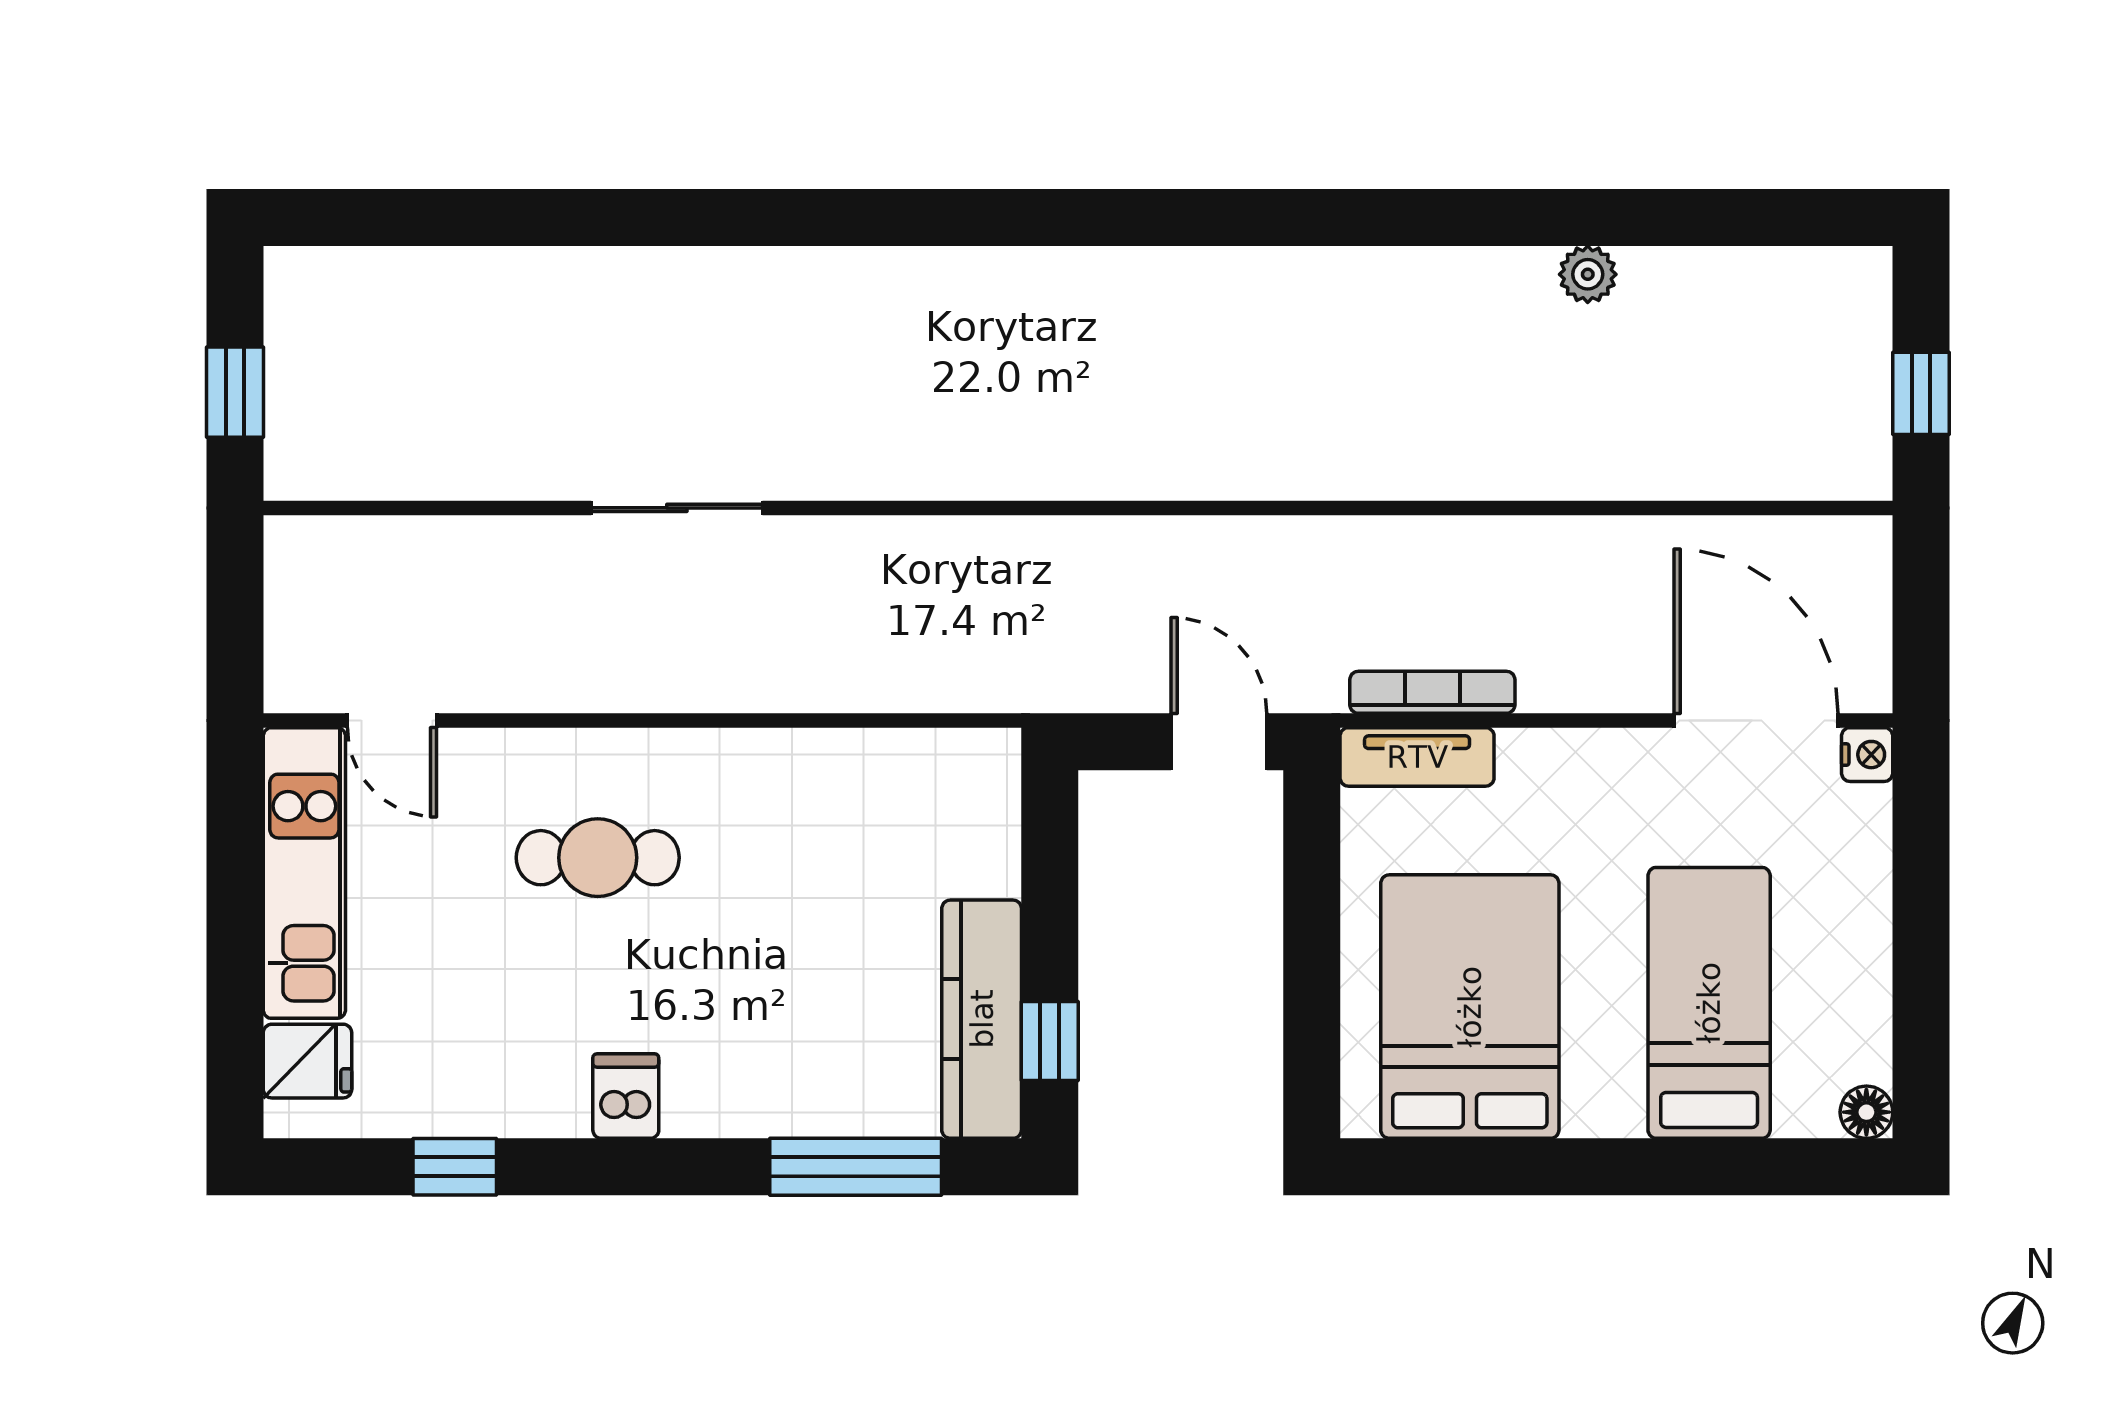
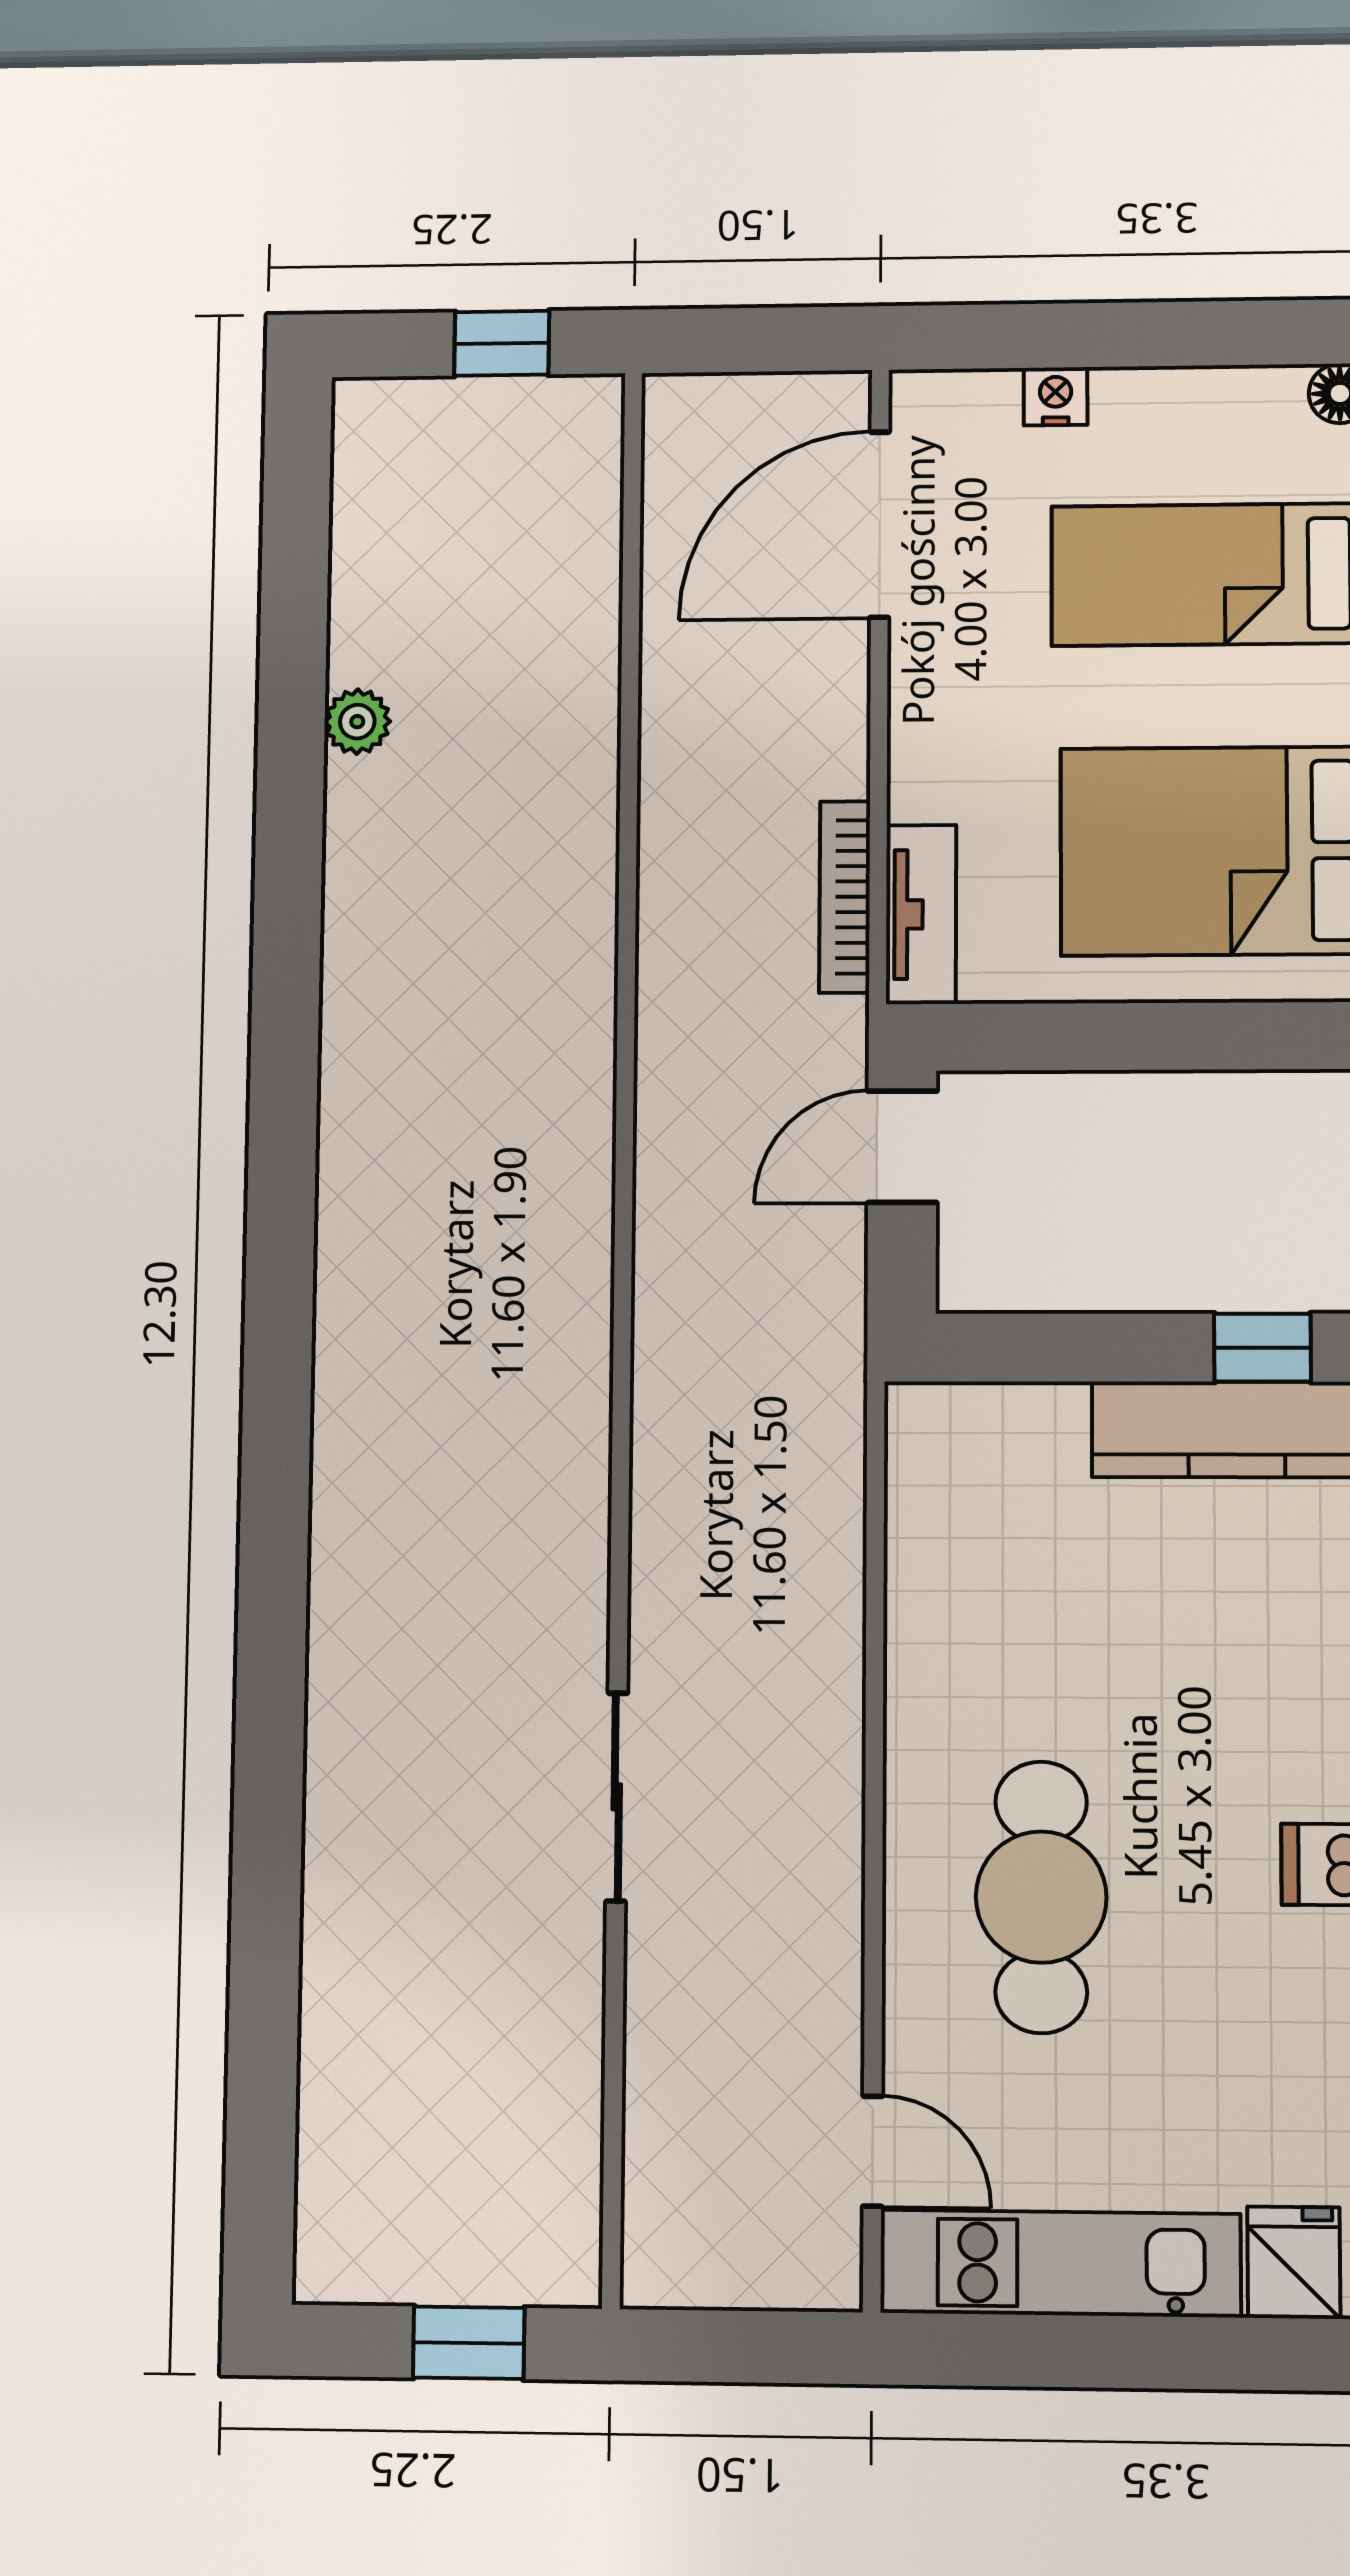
door: (392, 720) -> (872, 2151), hinge flipped
nightstand: (1867, 755) -> (1056, 396), moved
cafe table: (598, 858) -> (1041, 1897), width x1.37, depth x1.35

